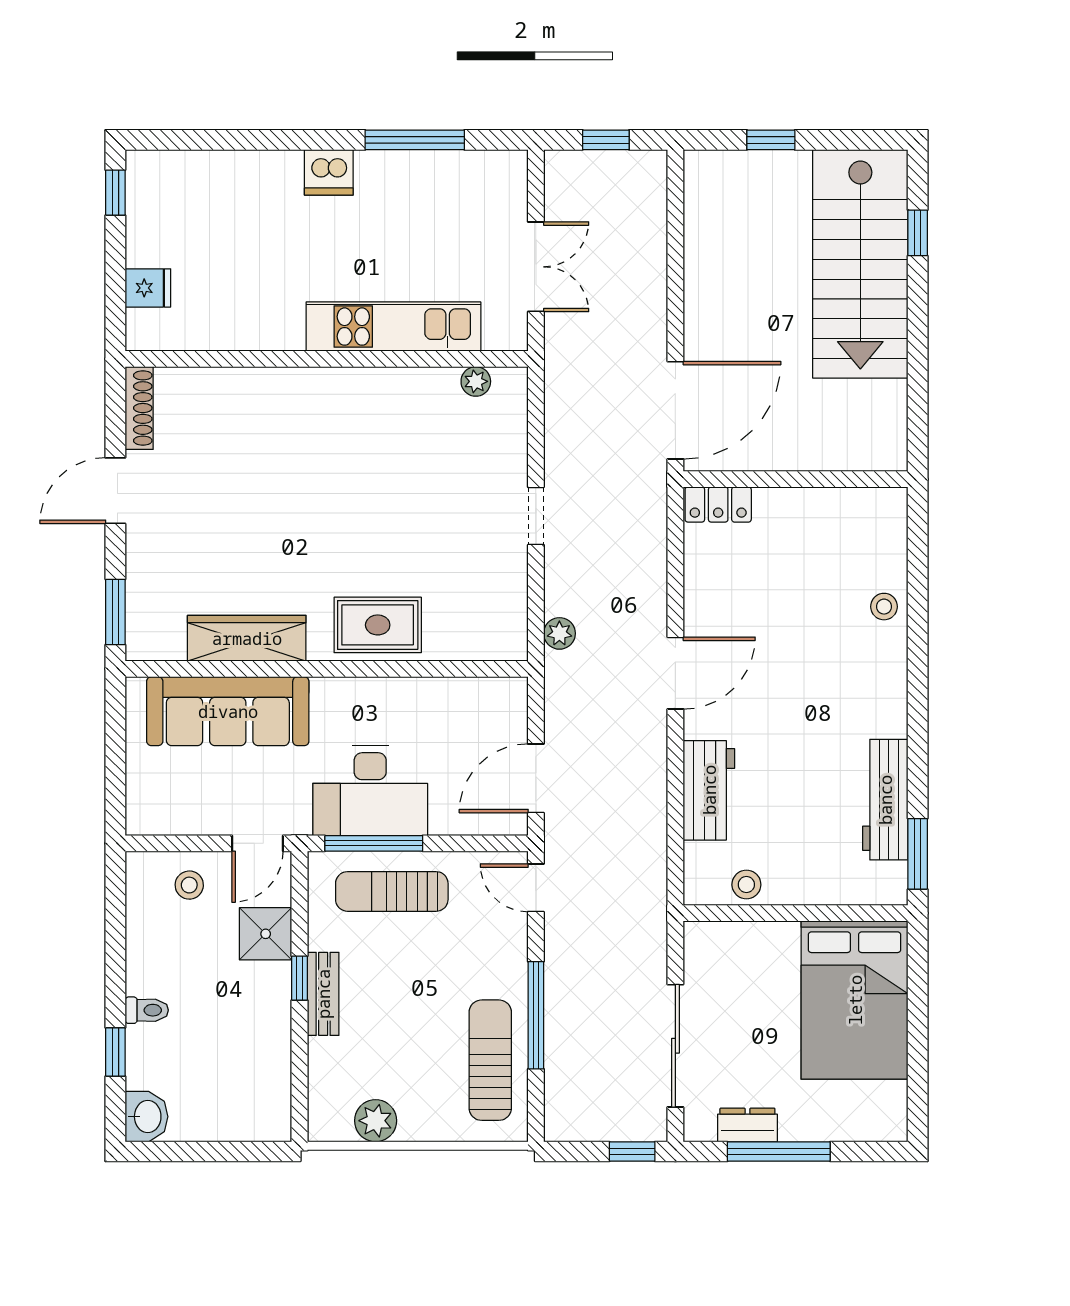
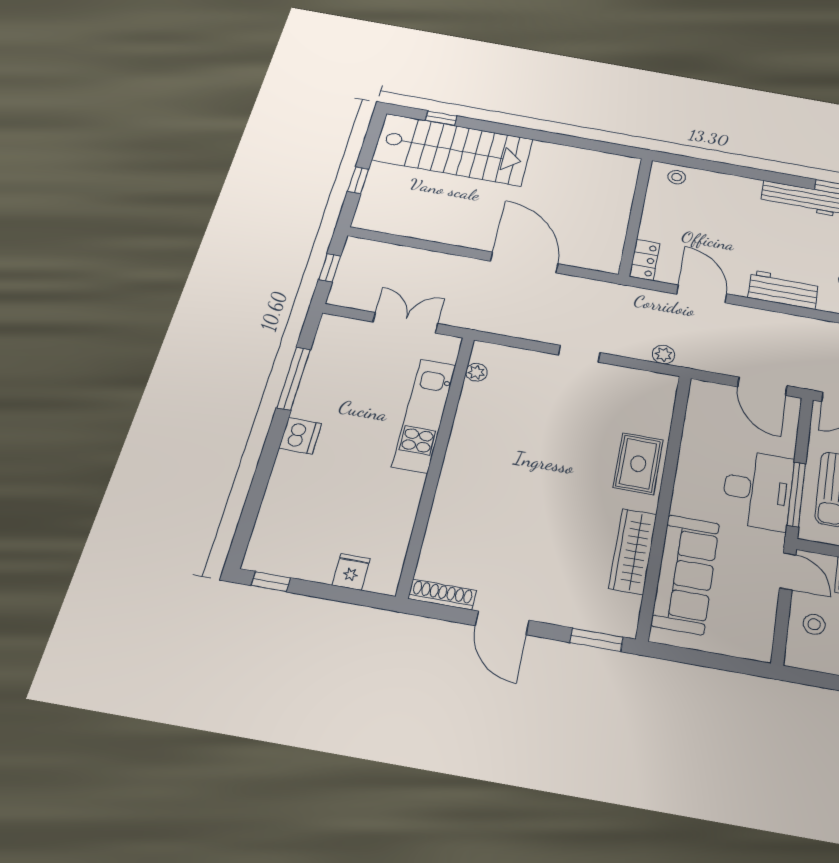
wall: (796, 479) -> (636, 216), moved
locker: (718, 504) -> (645, 260), moved

